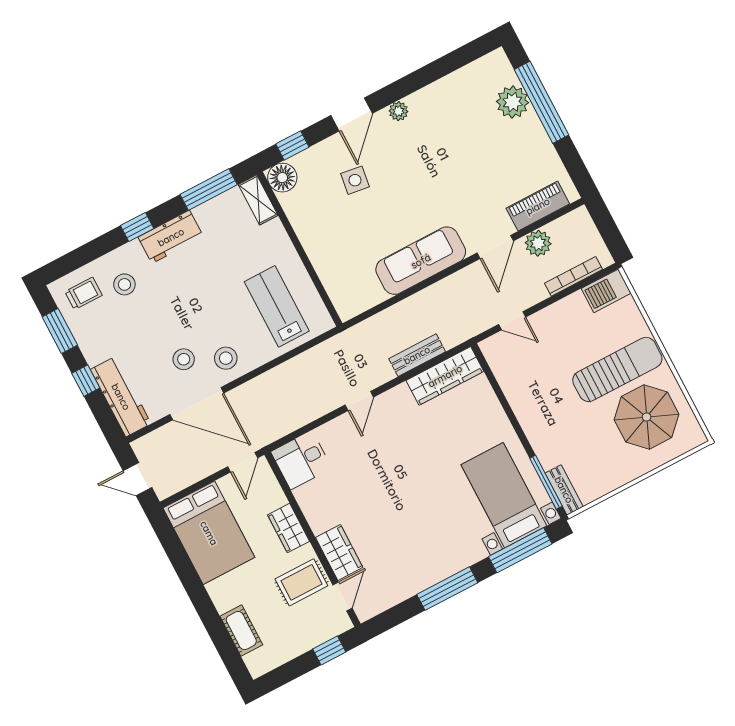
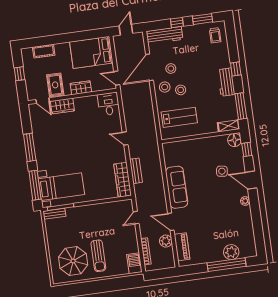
stool: (124, 284) -> (181, 90), moved
sun lounger: (617, 369) -> (98, 256), width x0.73, depth x0.75
window: (329, 651) -> (19, 74), moved

